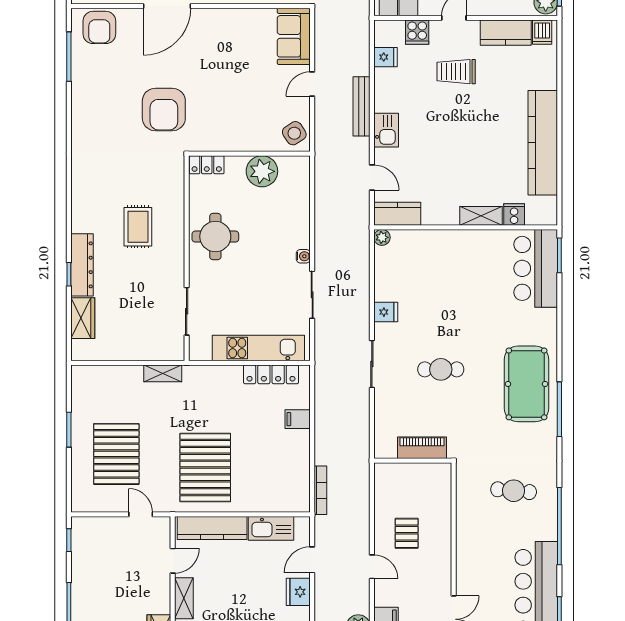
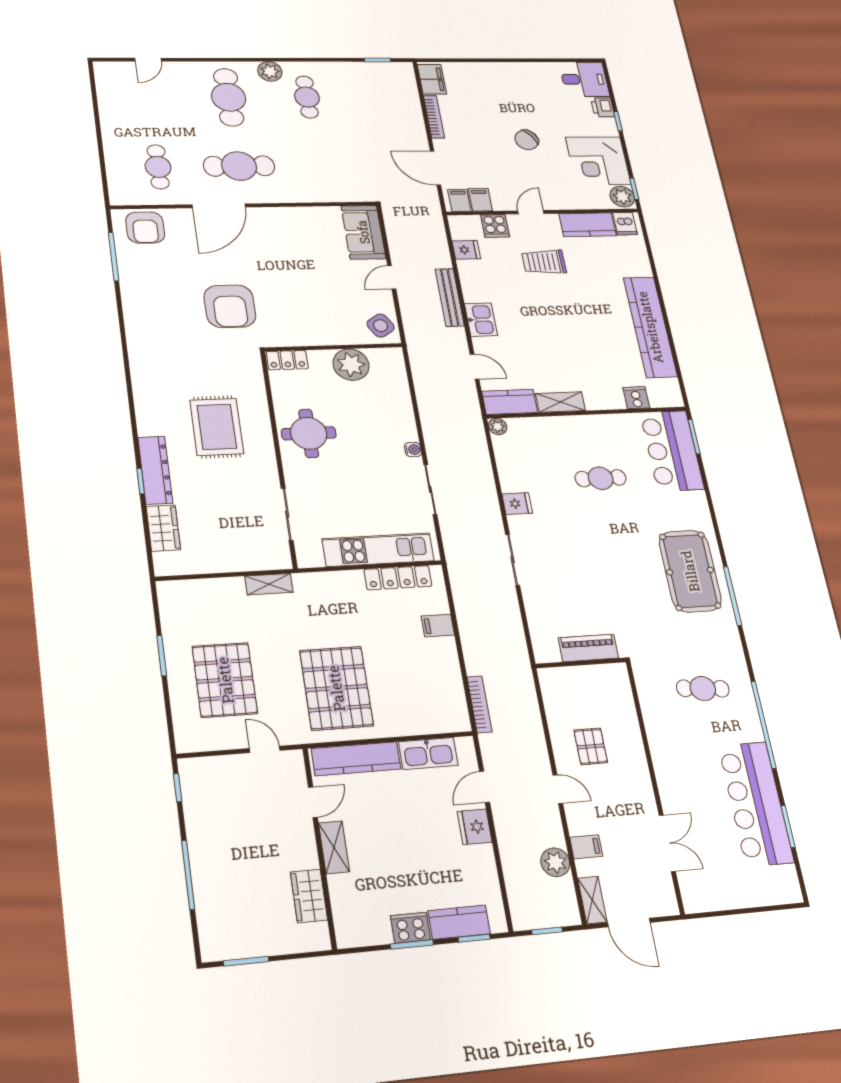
shelving: (481, 216) -> (560, 402), moved
rug: (138, 227) -> (217, 427), width x1.36, depth x1.43
cafe table: (441, 369) -> (601, 478), moved

